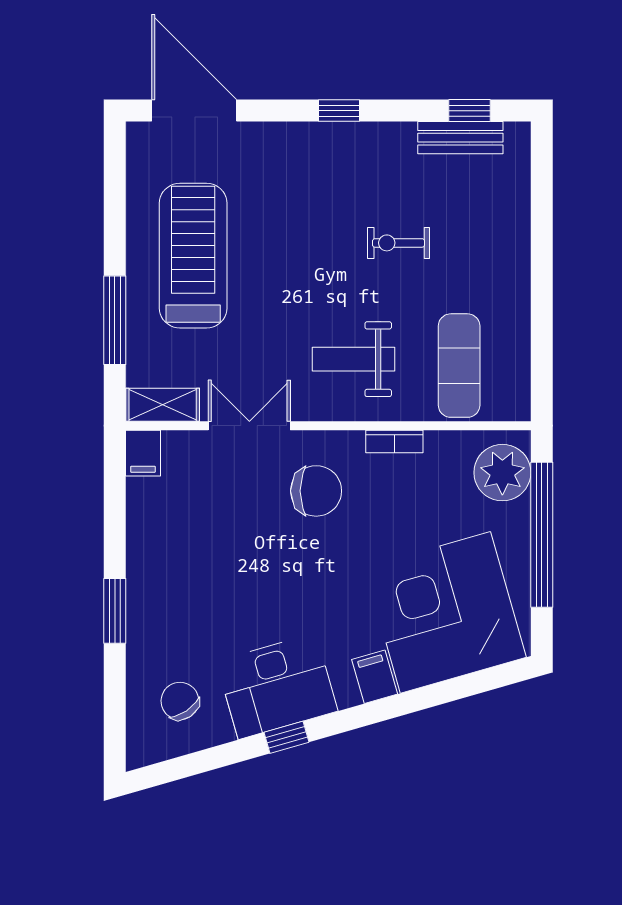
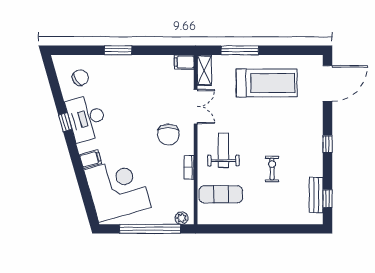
plant: (502, 473) -> (182, 218), width x0.53, depth x0.53

